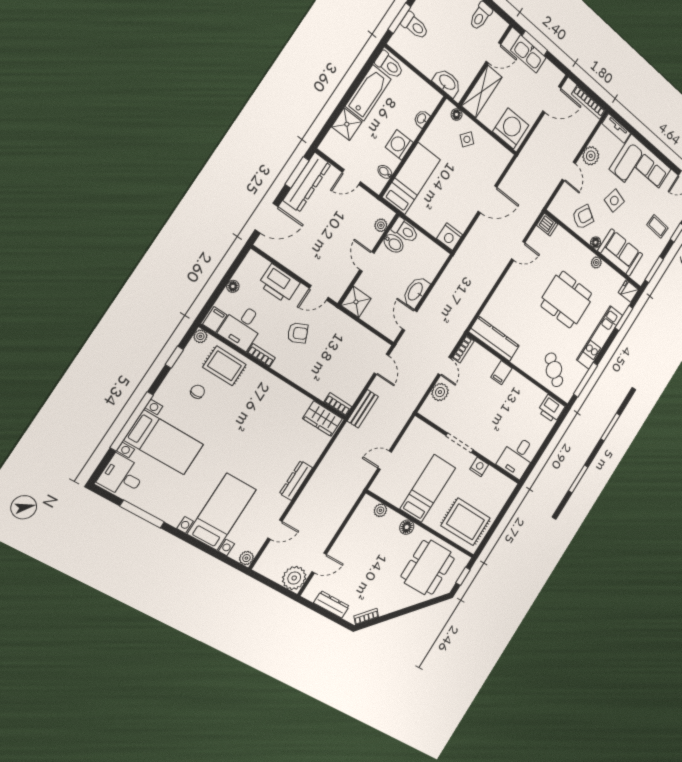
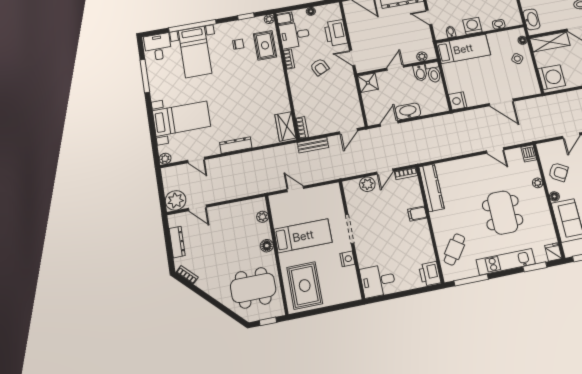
plant: (596, 262) -> (538, 183), moved

